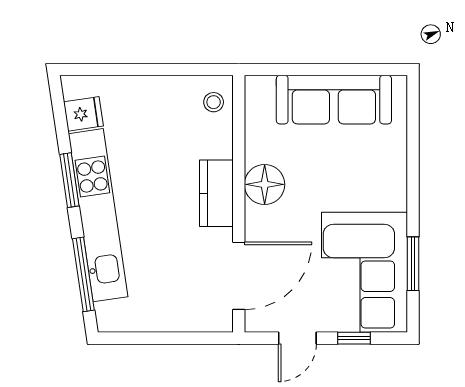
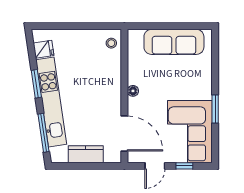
floor lamp: (265, 184) -> (133, 91), width x0.53, depth x0.53
kitchen counter: (216, 193) -> (86, 154), moved, turned 90
window: (413, 264) -> (215, 109), moved
door: (239, 276) -> (124, 134), hinge flipped

